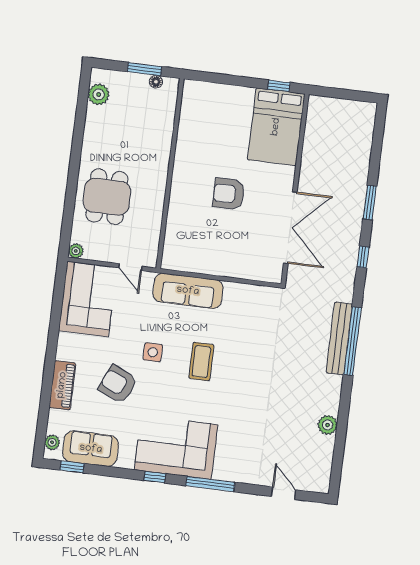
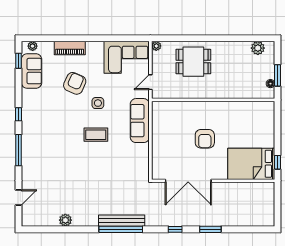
armchair: (229, 194) -> (205, 139), turned 180
corner sofa: (176, 447) -> (39, 125), removed

